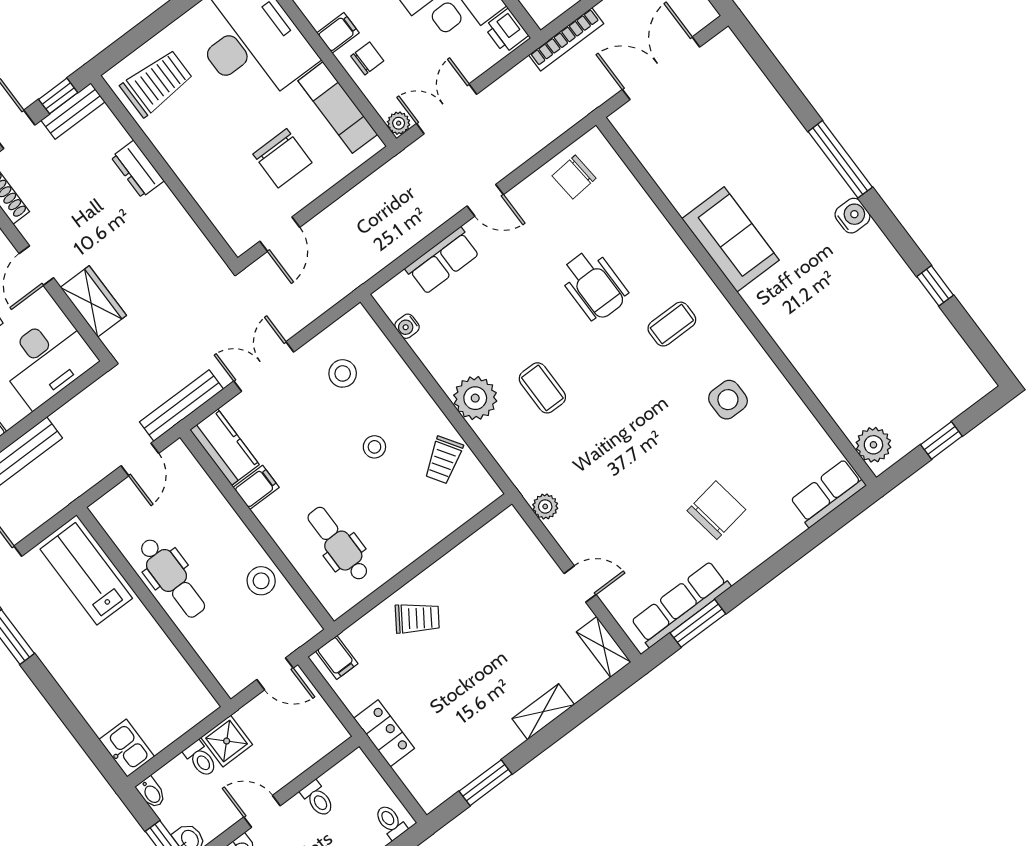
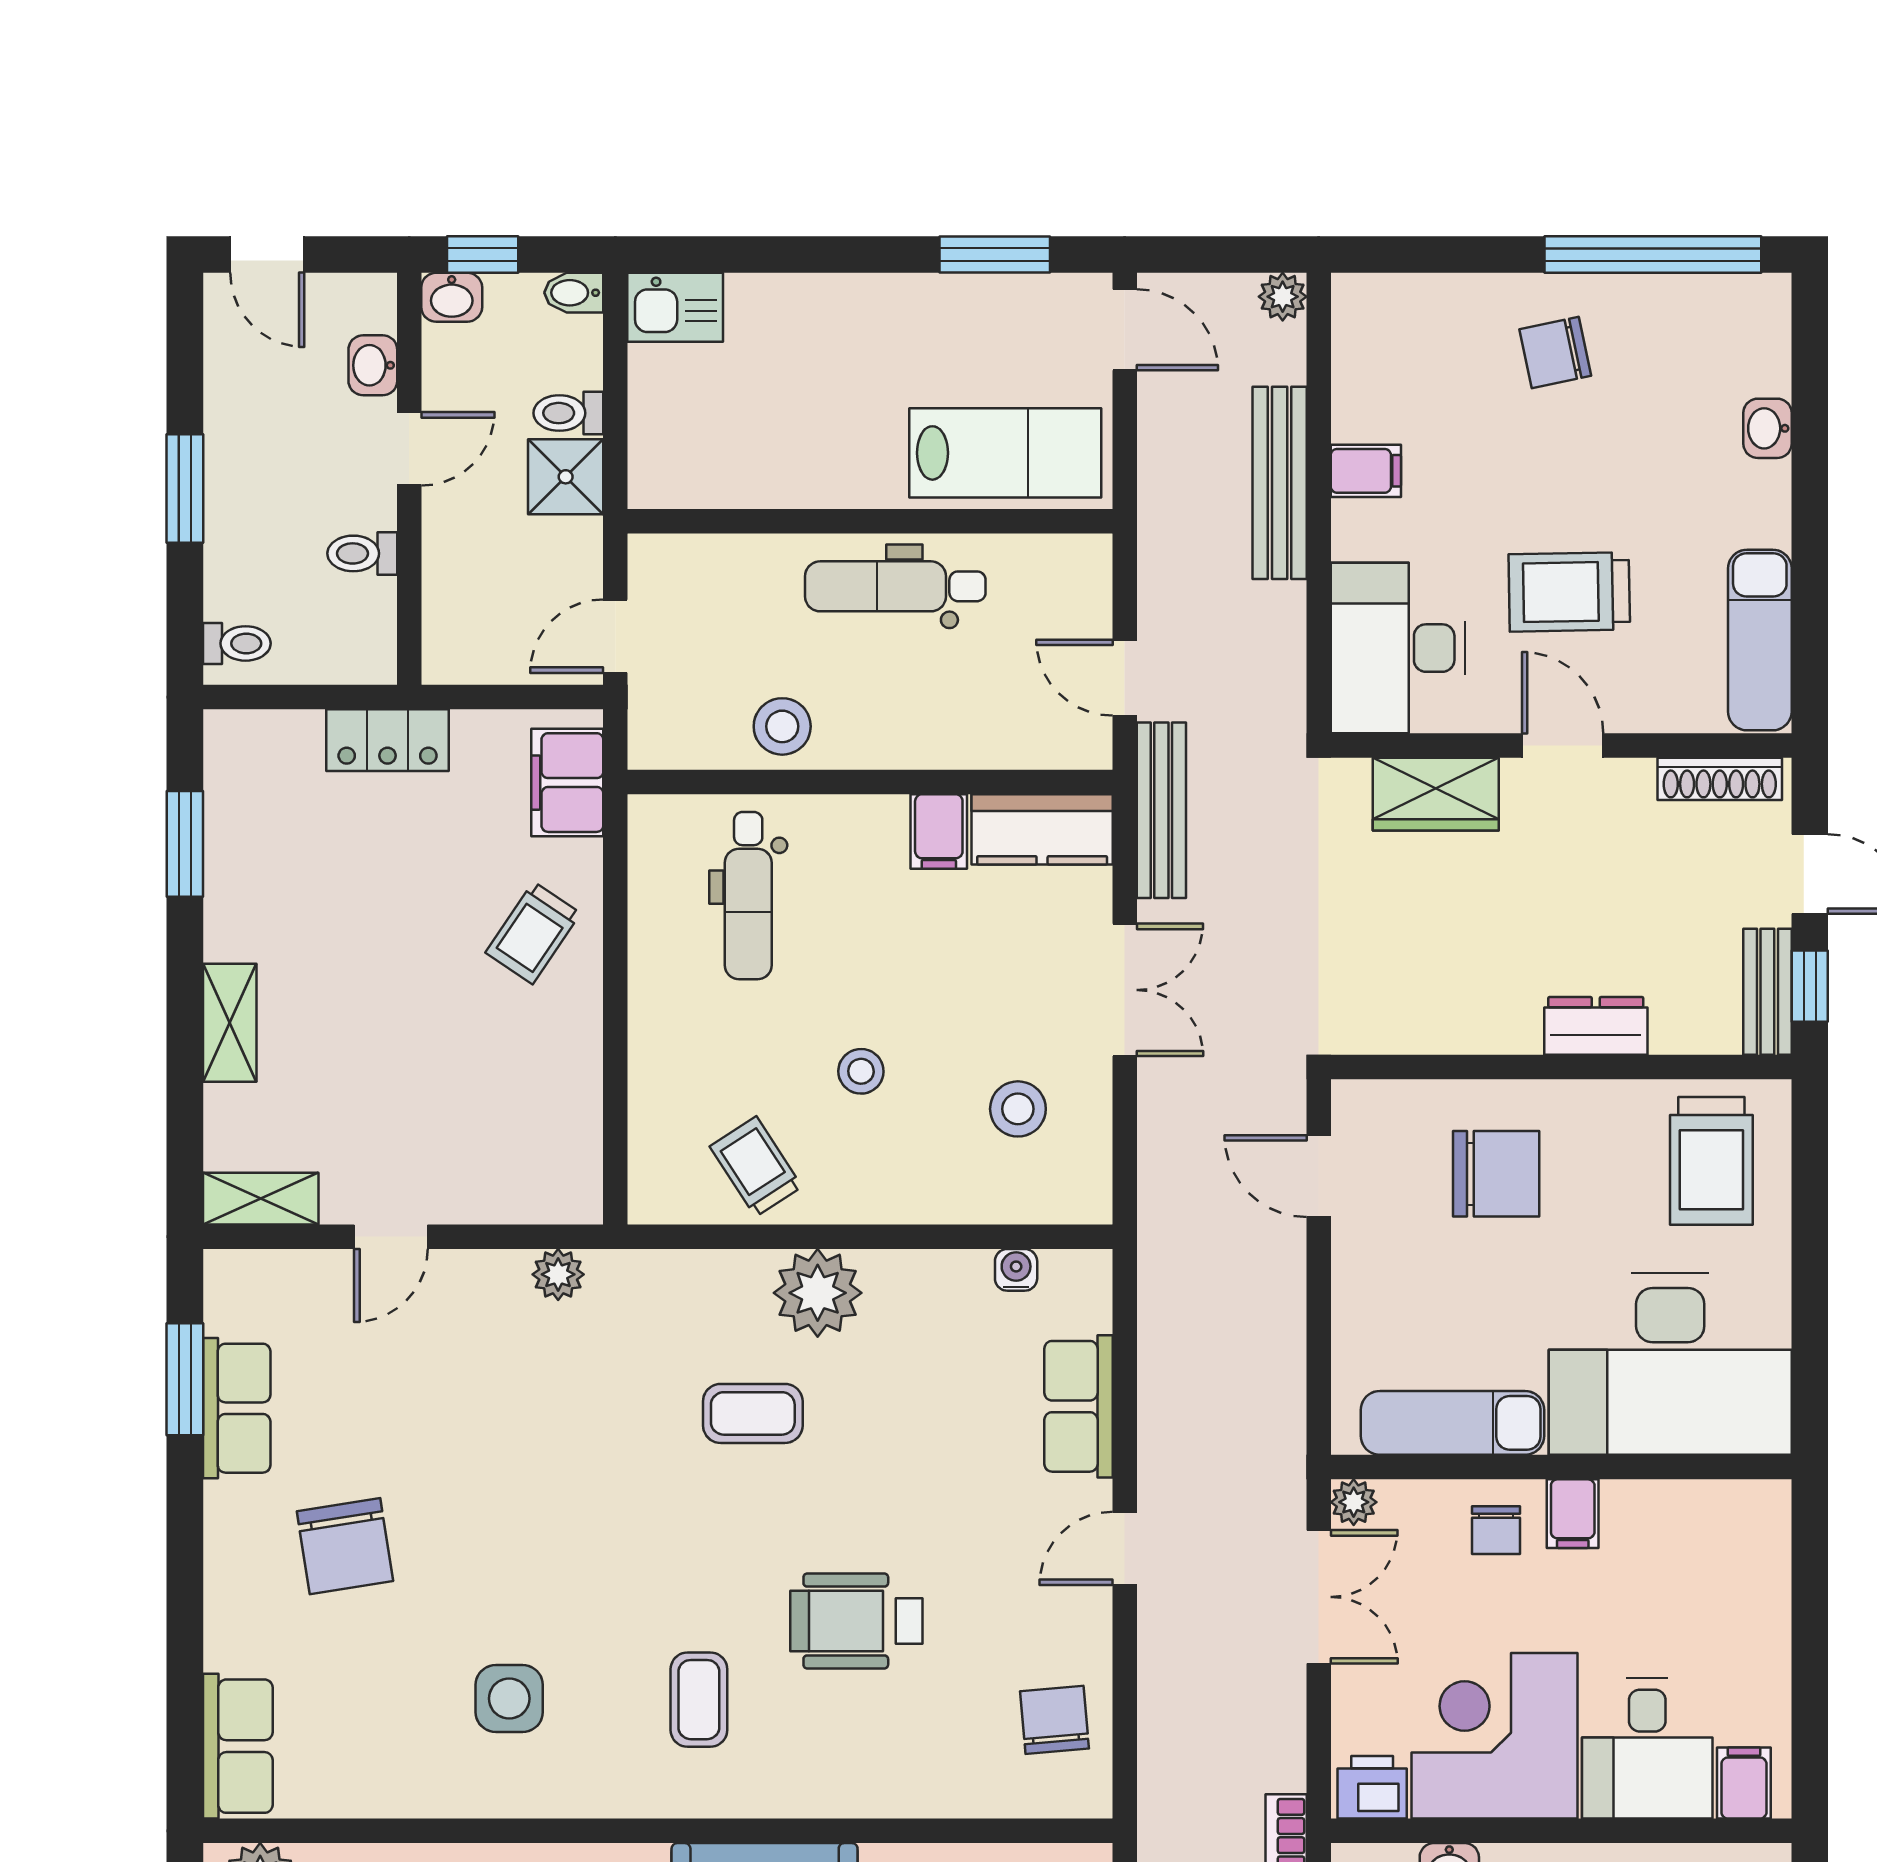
chair: (282, 158) -> (1496, 1174), moved, turned 180
dental chair: (338, 544) -> (748, 896), turned 90
row of seats: (681, 604) -> (237, 1408), width x0.68
filing cabinet: (337, 657) -> (567, 783), width x2.00

